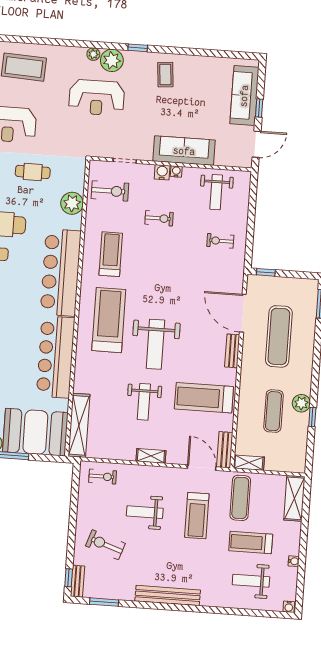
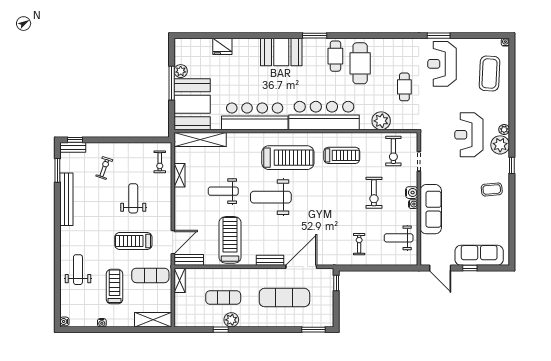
exercise bike: (159, 218) -> (374, 193), width x1.38, depth x1.39
shelving: (151, 456) -> (179, 175), moved
exercise bike: (105, 545) -> (104, 168), width x0.73, depth x0.72
weight bench: (251, 581) -> (78, 270), moved
bench: (168, 595) -> (66, 199), moved

